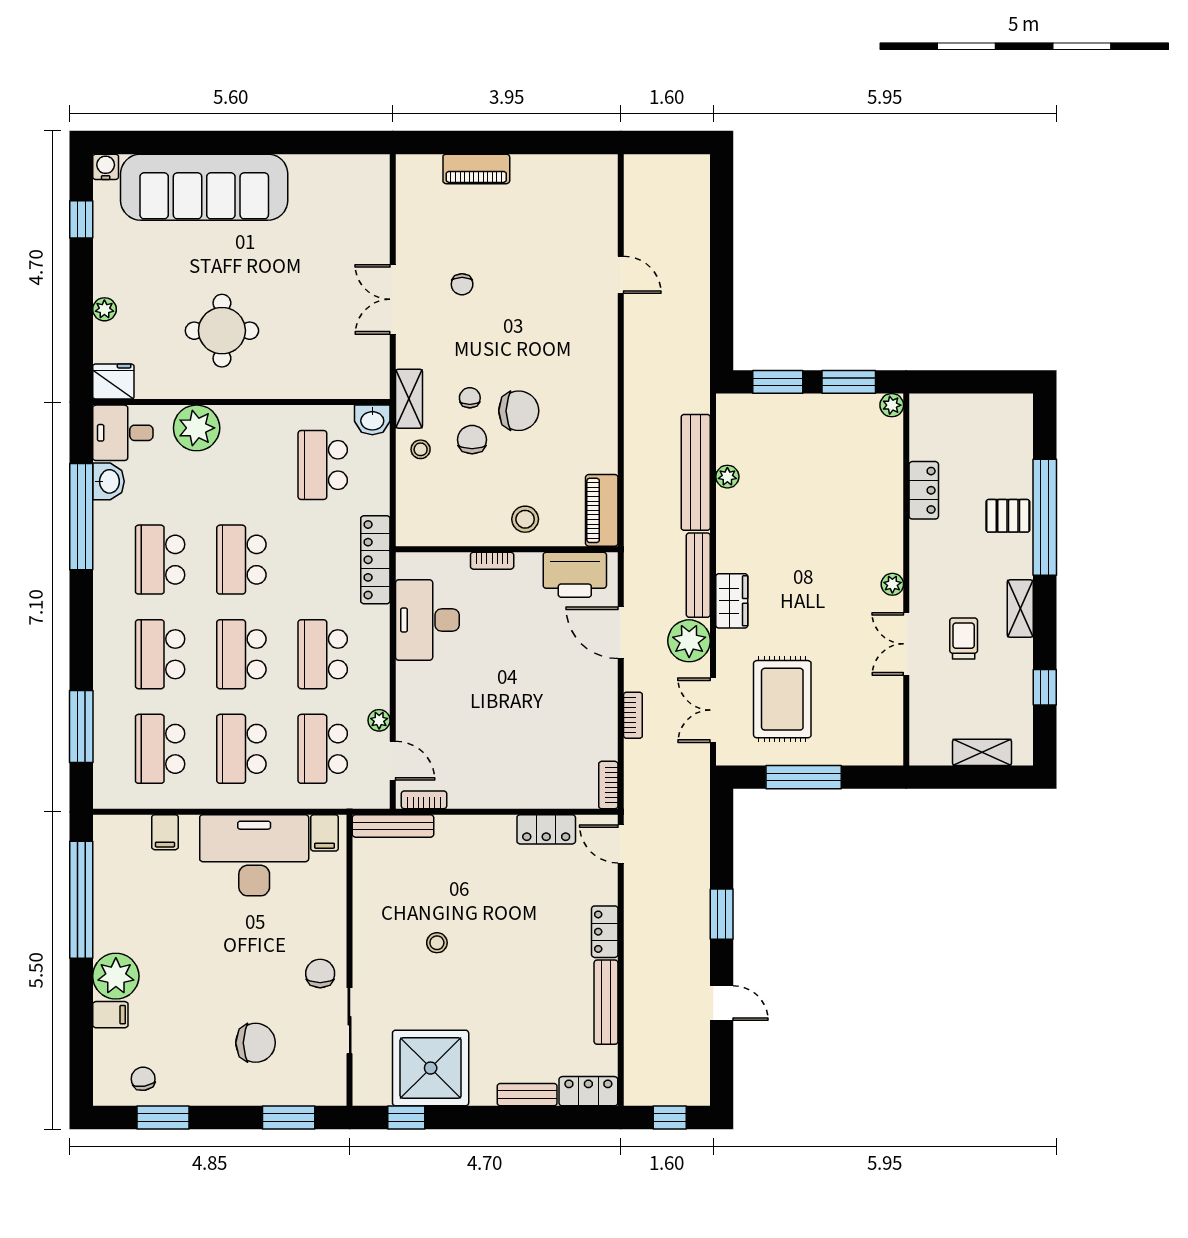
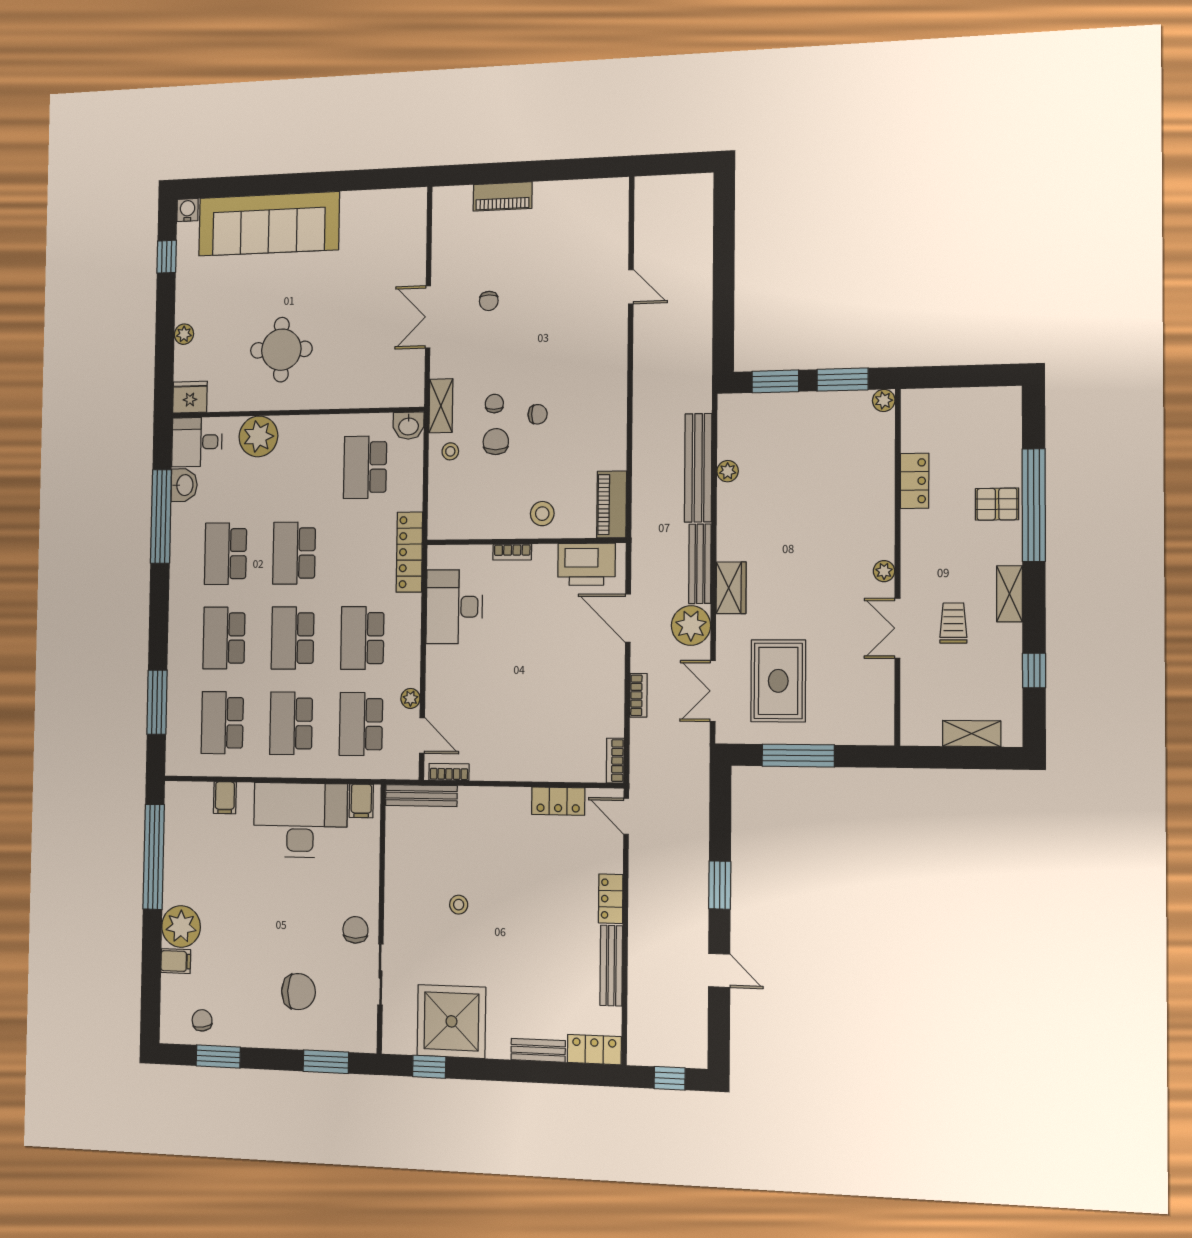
chair: (519, 411) -> (538, 414), width x0.54, depth x0.54

